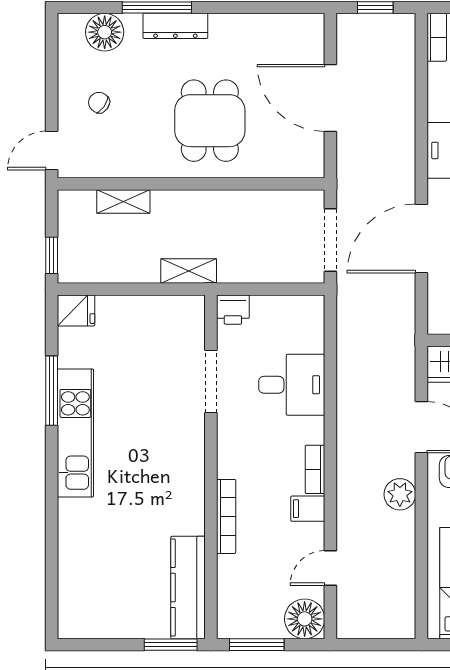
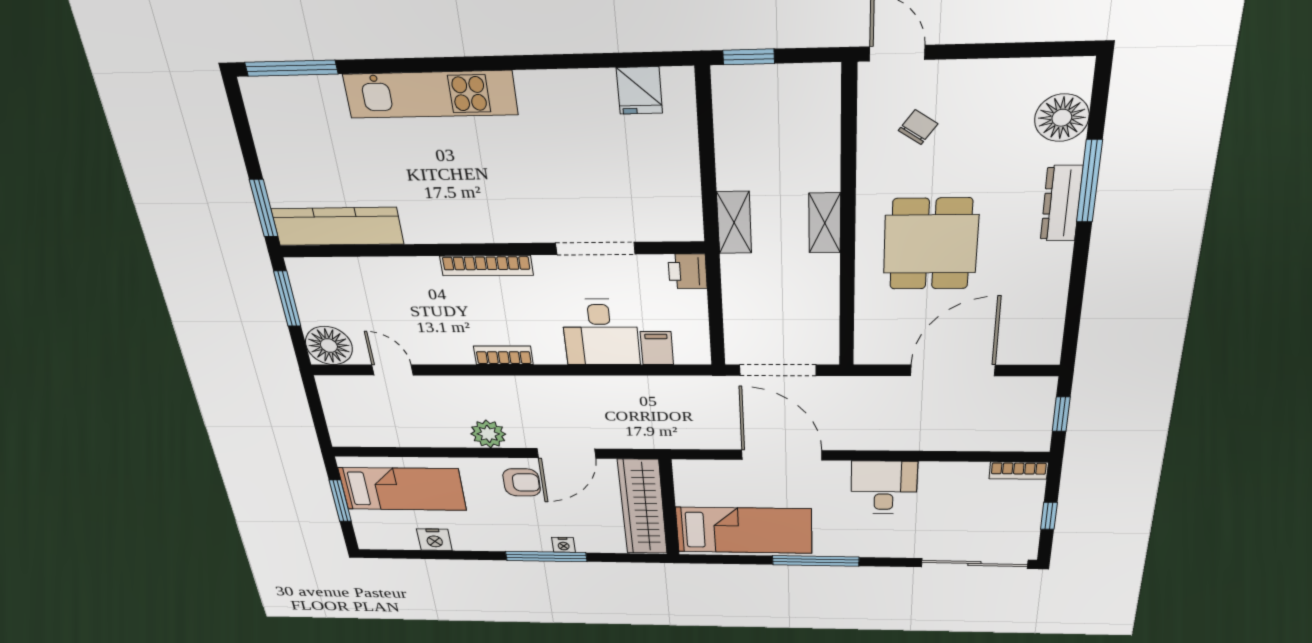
chair: (99, 103) -> (918, 127), moved
dining table: (210, 121) -> (931, 244), turned 90
shelving: (123, 201) -> (825, 223), moved
fridge: (76, 310) -> (639, 91), moved
window: (52, 391) -> (291, 68), moved
kitchen unit: (75, 433) -> (430, 94), moved
filing cabinet: (308, 509) -> (657, 348), moved
bookcase: (226, 516) -> (486, 266), moved

